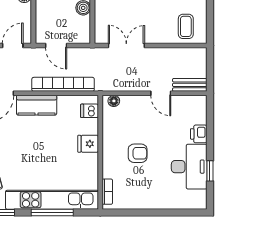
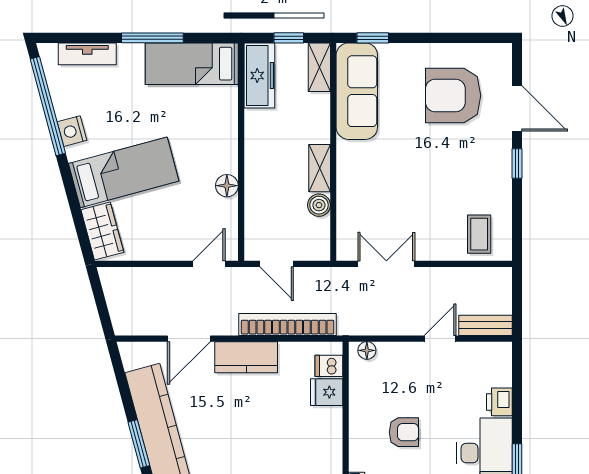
door: (161, 93) -> (440, 339), swing flipped
fridge: (88, 144) -> (327, 392), moved

